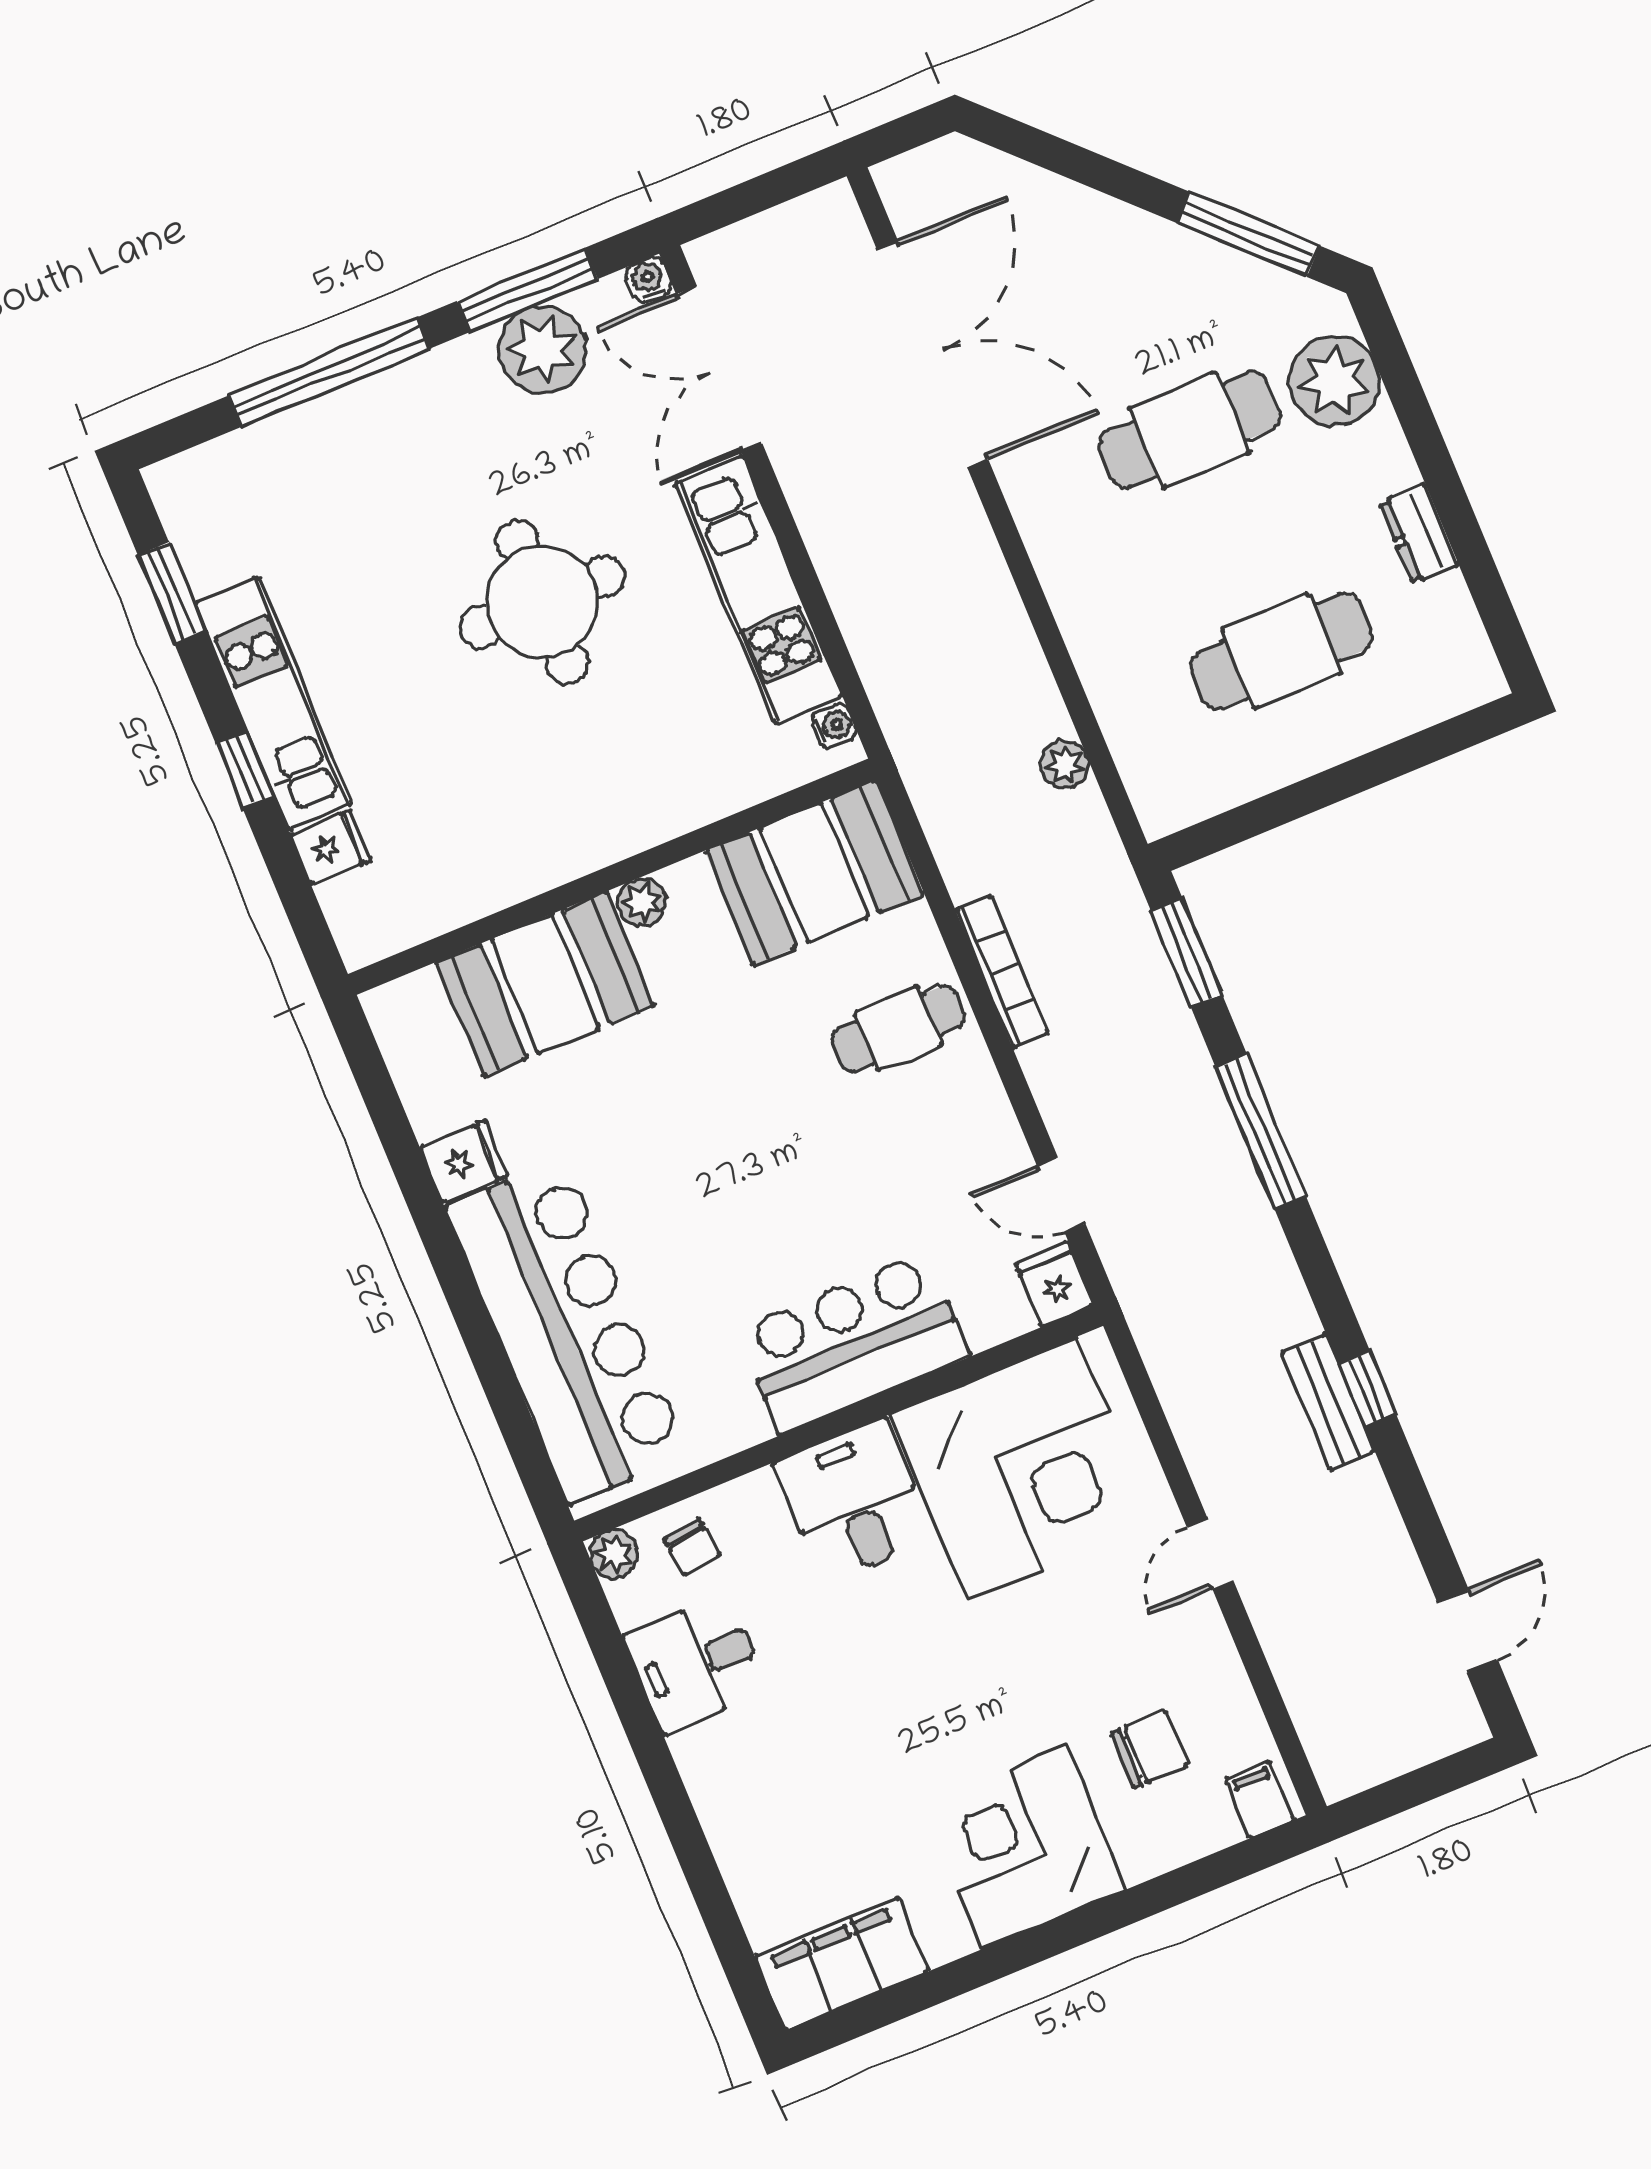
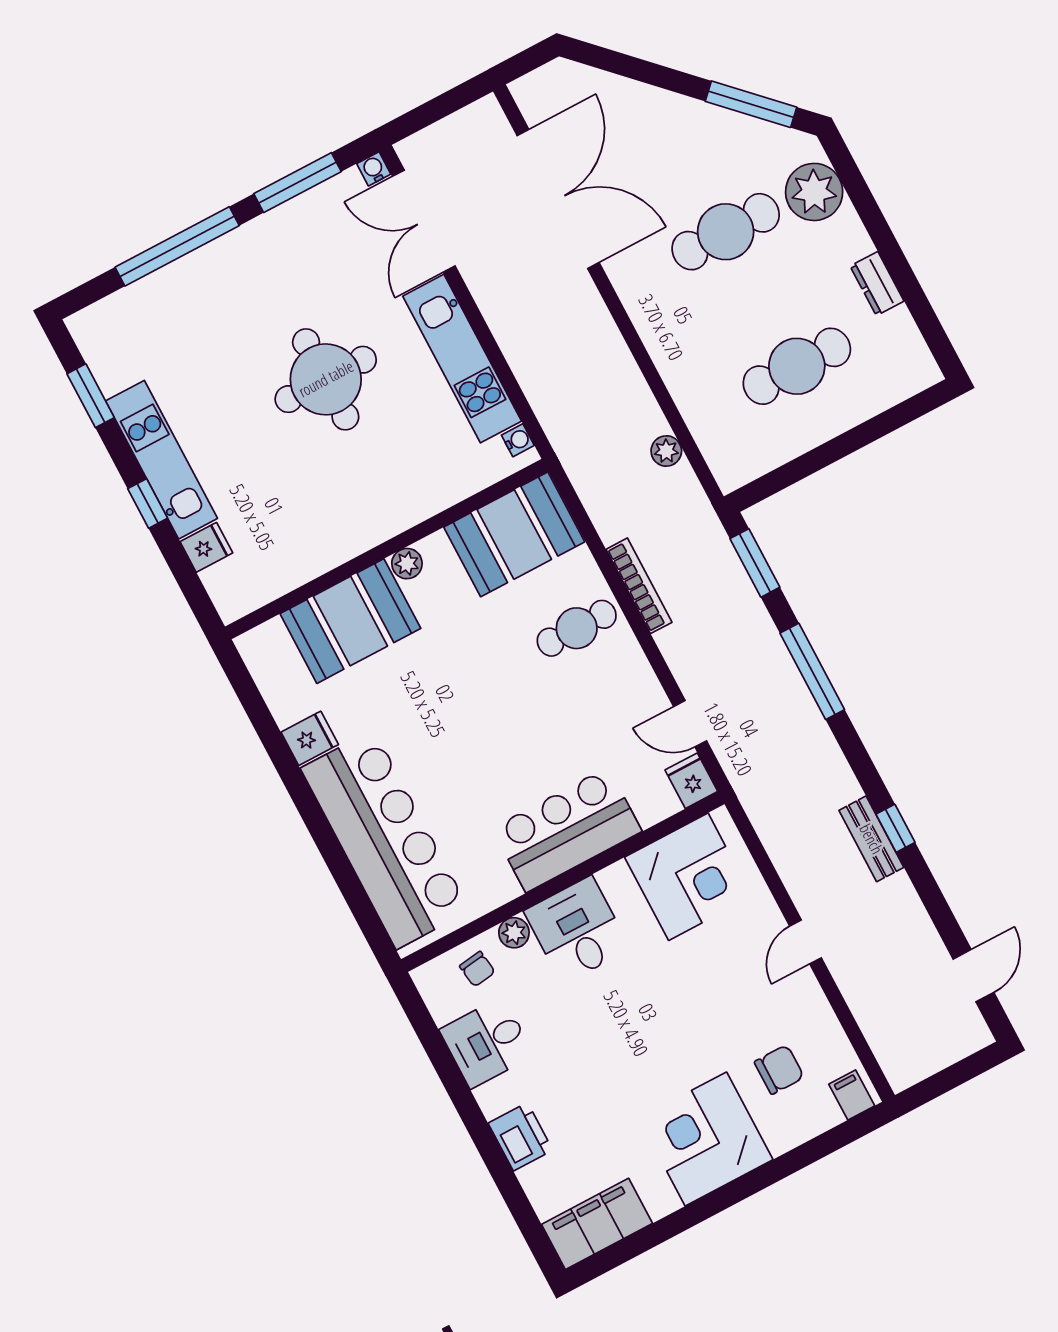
plant: (542, 349) -> (311, 219), removed
corner desk: (1022, 1469) -> (688, 877), width x0.74, depth x0.74
plant: (614, 1554) -> (514, 933), moved
printer: (735, 1816) -> (520, 1137), added

